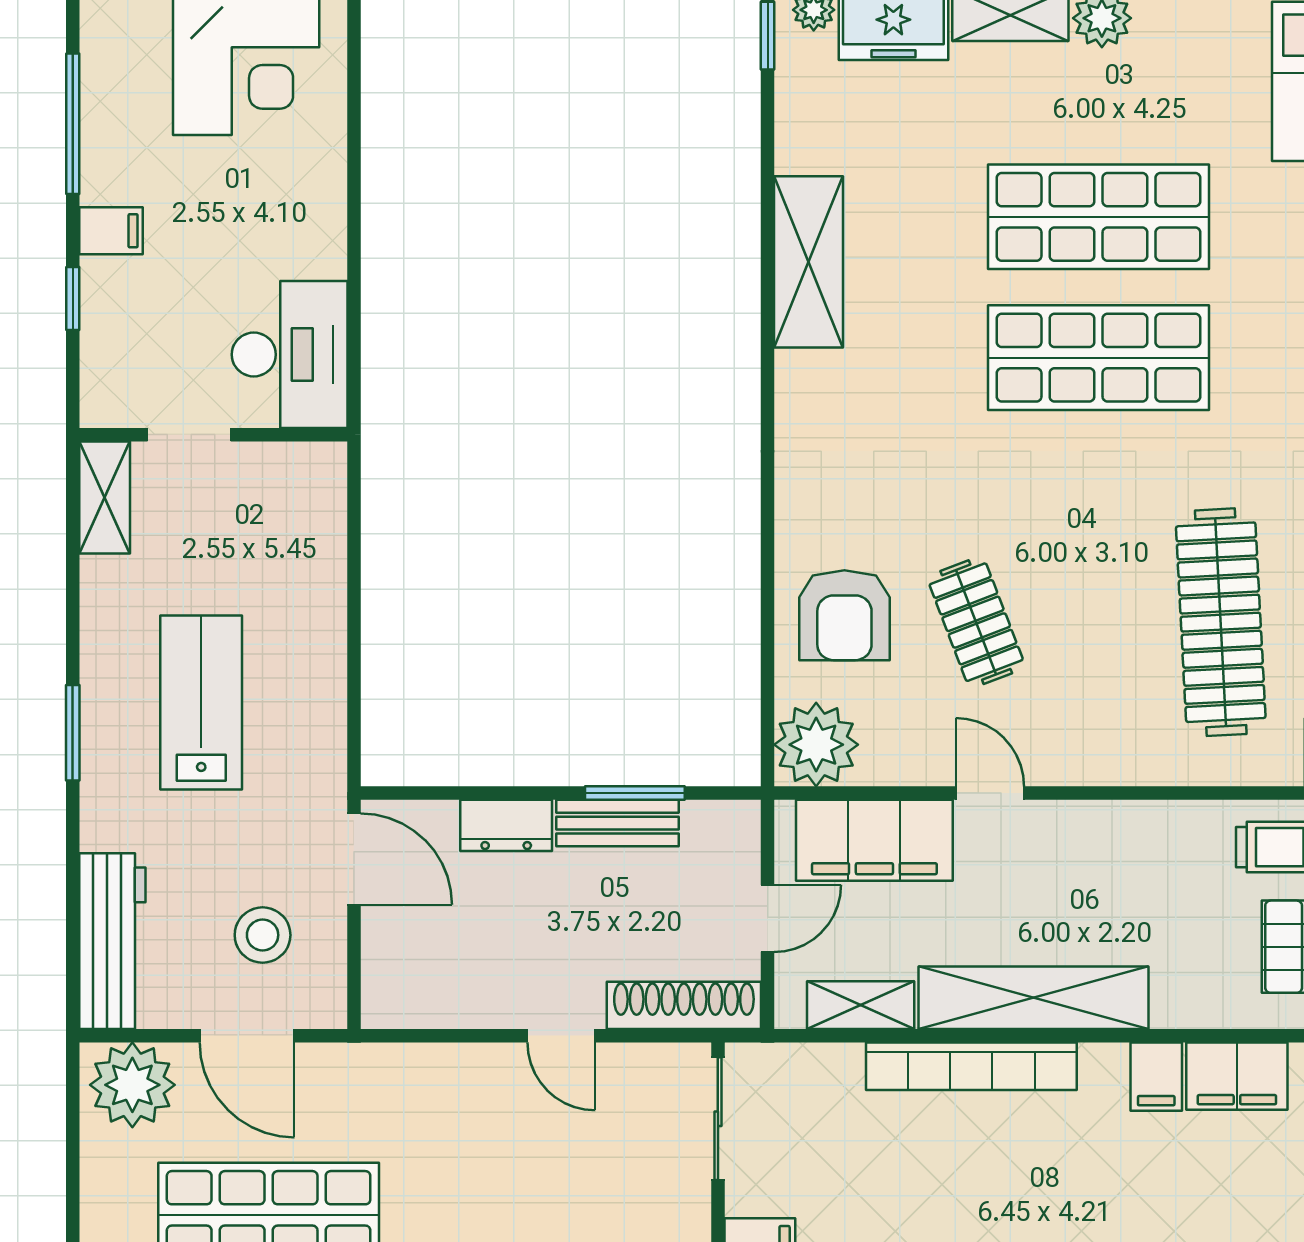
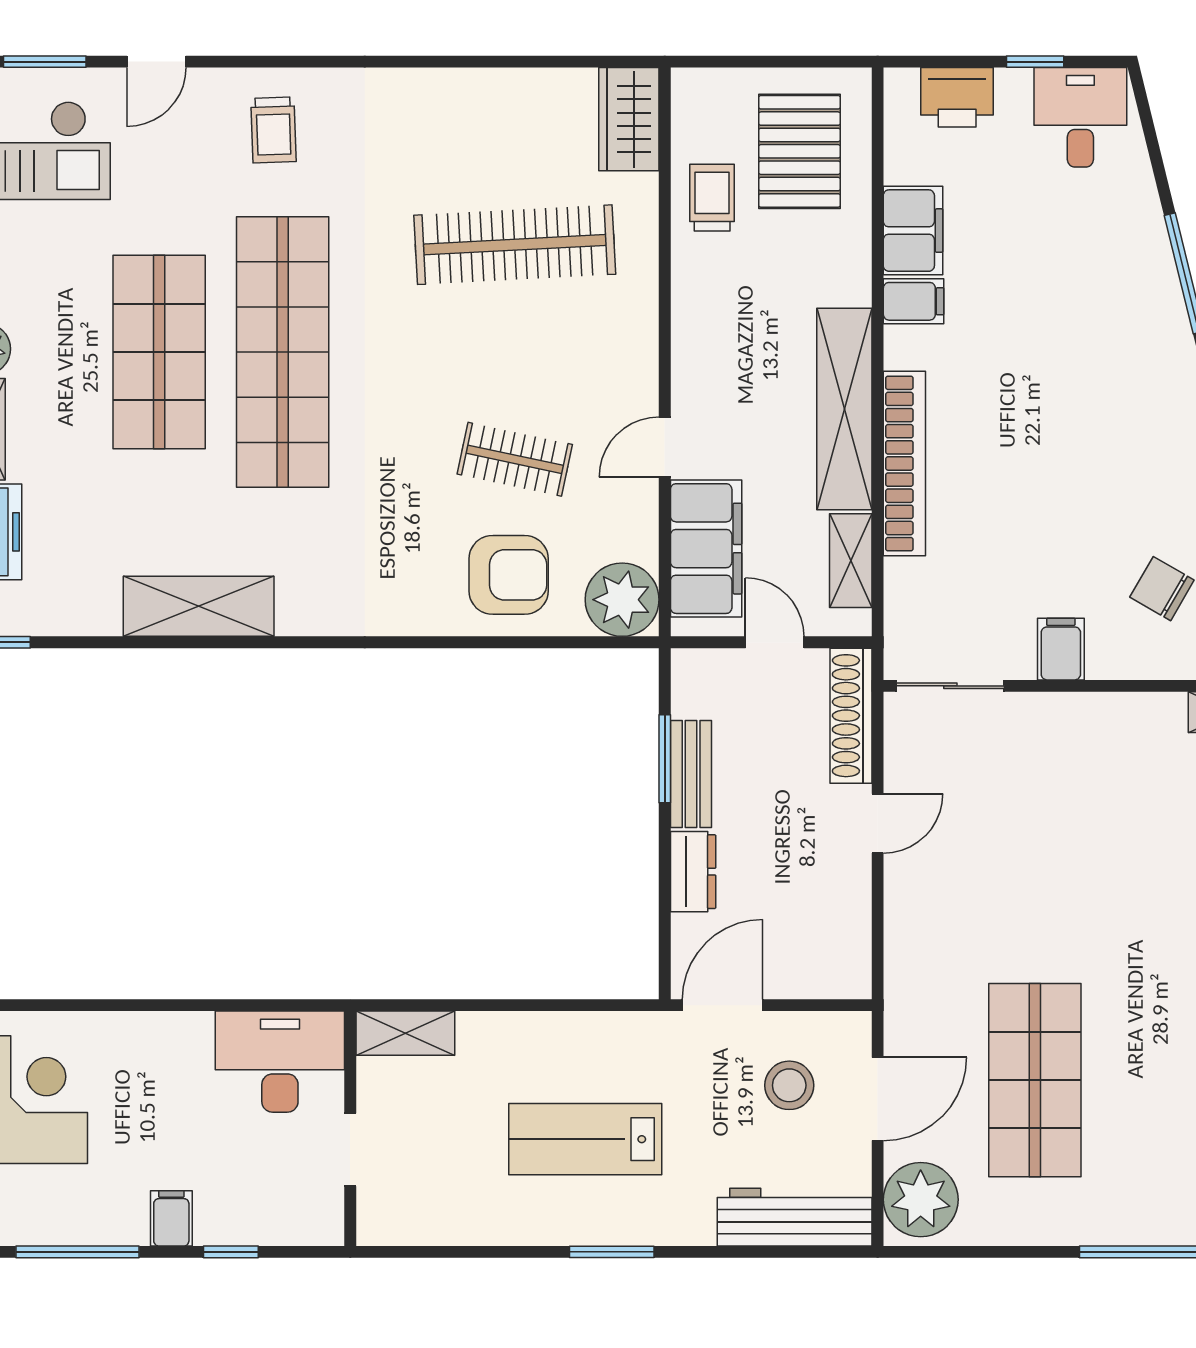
shop shelf: (1098, 358) -> (283, 352), width x1.40
shelving: (105, 497) -> (405, 1033), moved
clothes rail: (976, 622) -> (515, 459), turned 33

